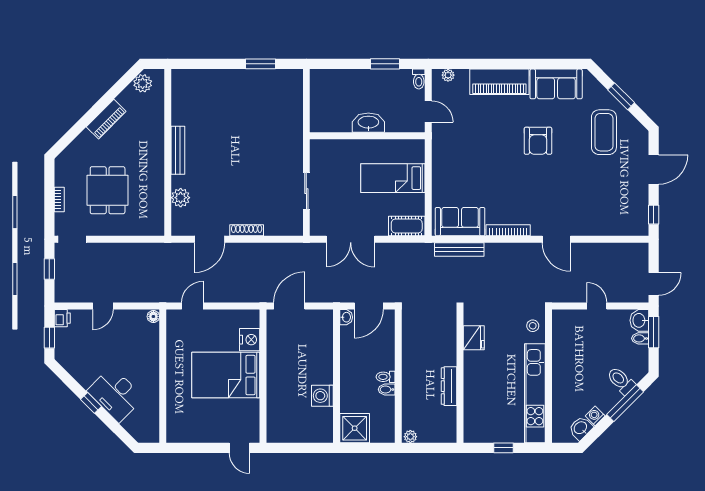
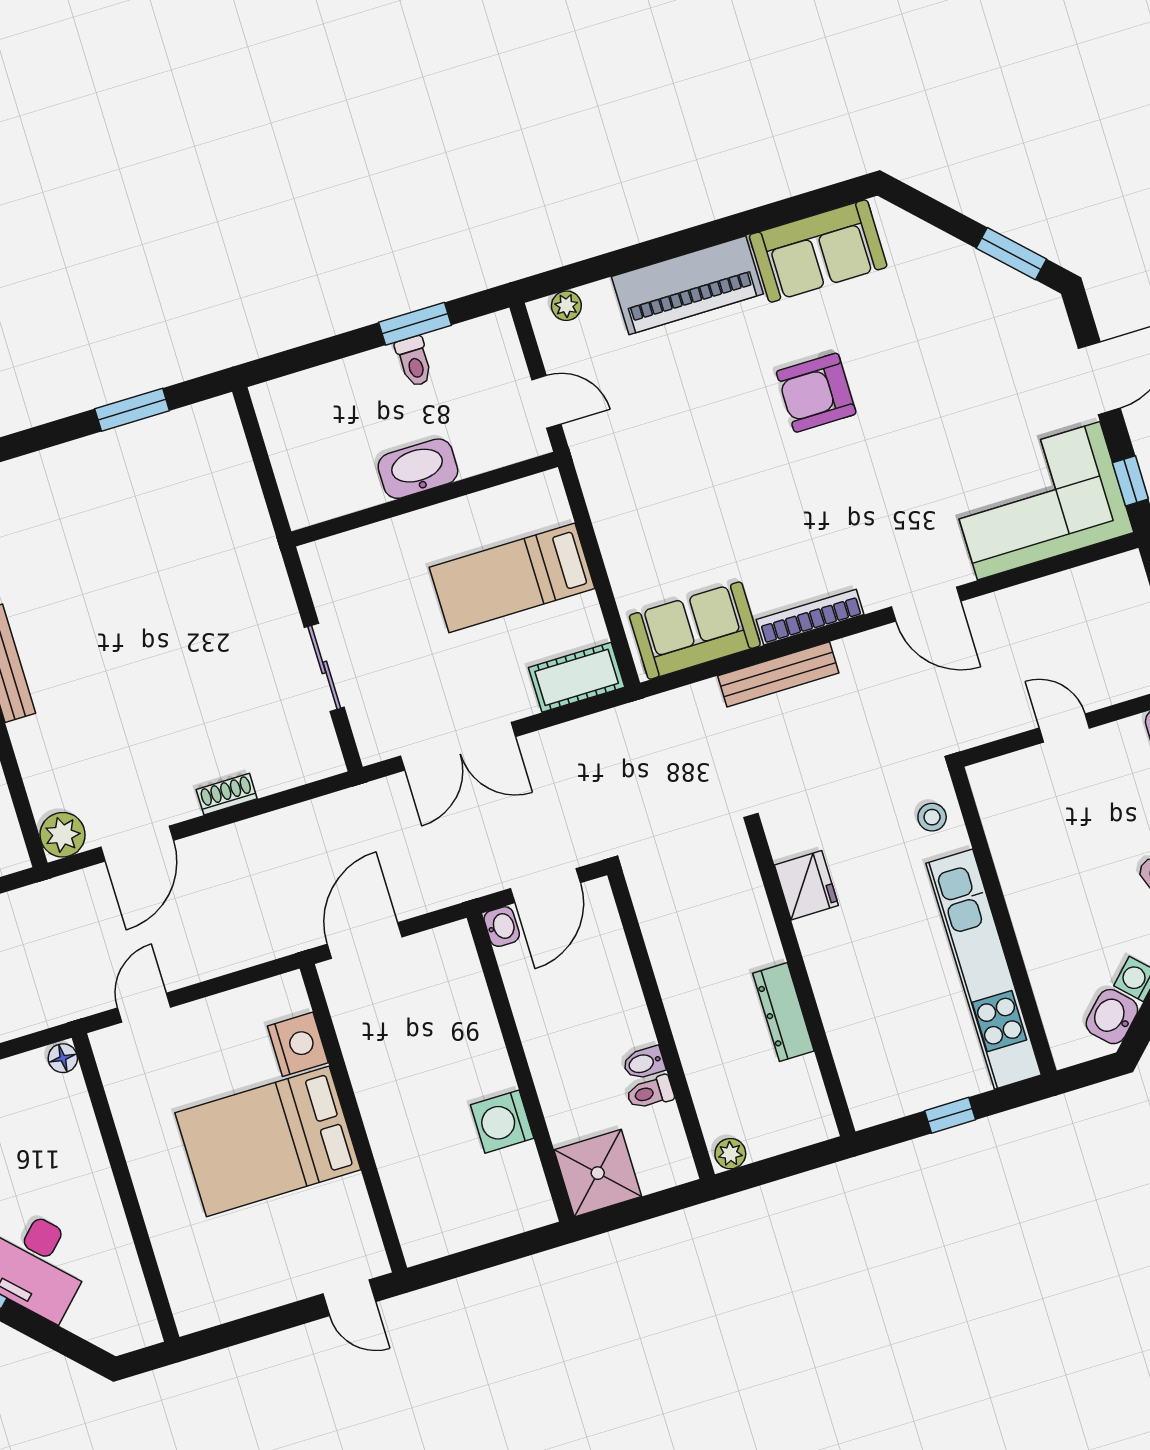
toilet: (419, 79) -> (414, 361), moved
window: (621, 96) -> (1011, 254), moved
coffee table: (604, 132) -> (960, 328), removed
armchair: (538, 141) -> (816, 393), turned 90
plant: (181, 198) -> (63, 835), moved
corner sofa: (614, 211) -> (1039, 501), added
shoe rack: (247, 230) -> (227, 794), width x0.70
bench: (459, 249) -> (778, 674), moved
toilet: (386, 377) -> (650, 1093), moved

